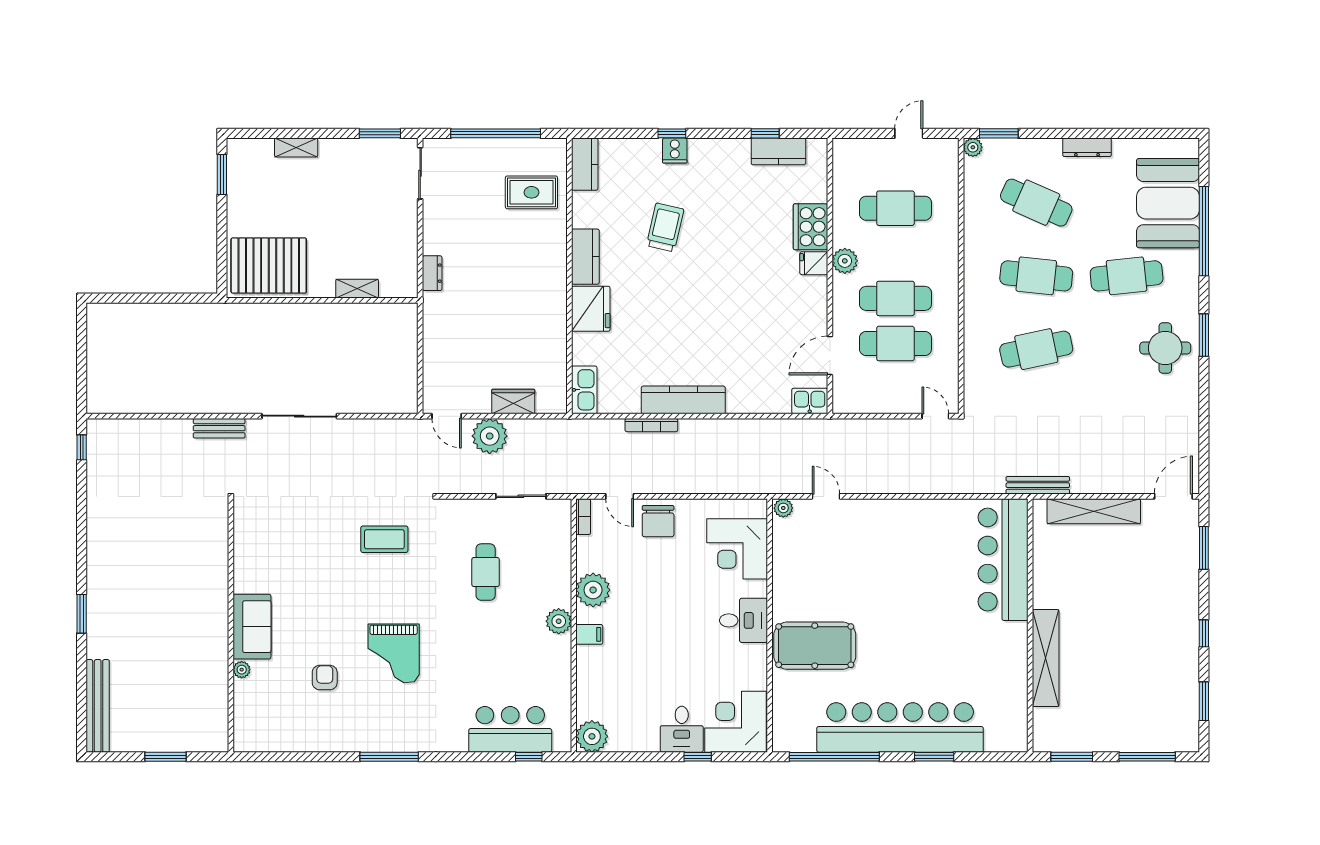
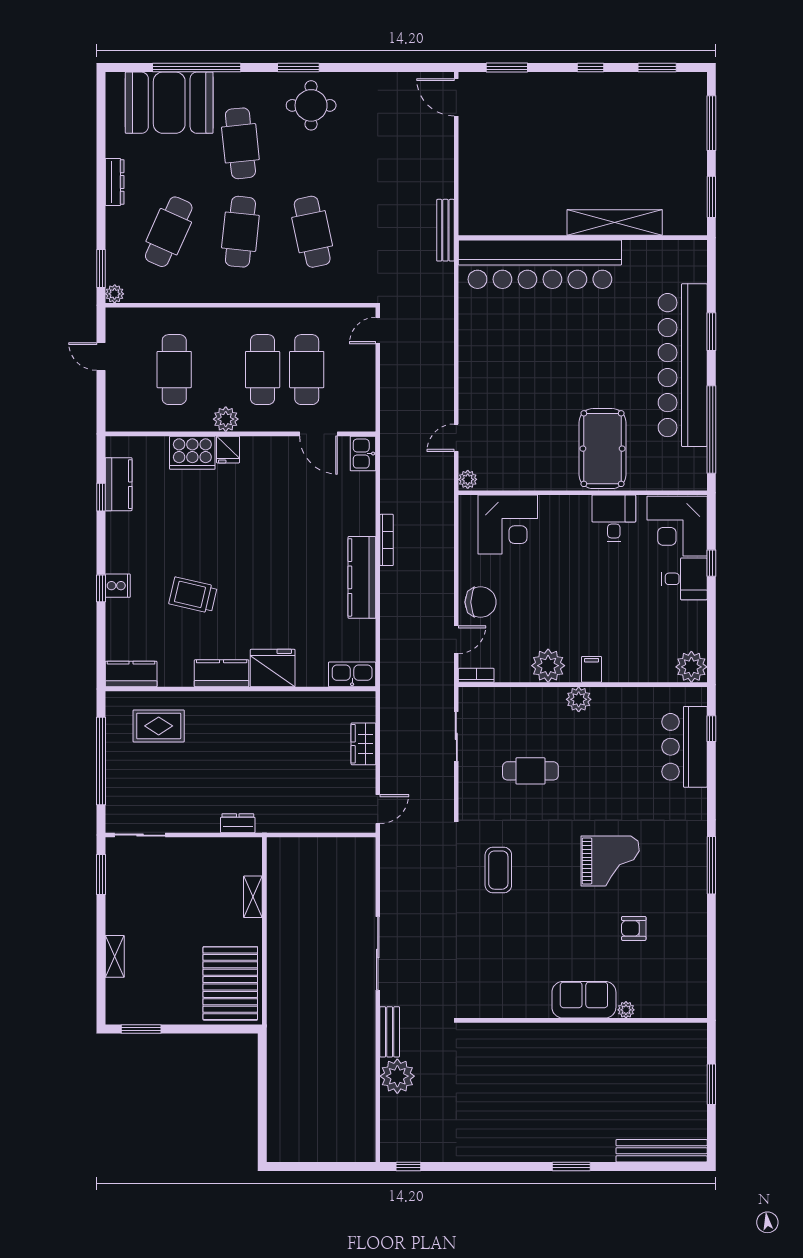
rug: (531, 192) -> (159, 726), turned 90
bookcase: (651, 425) -> (387, 540), moved
plant: (490, 436) -> (397, 1076), moved
shelving: (1094, 511) -> (471, 175), removed
bar counter: (1003, 560) -> (540, 264), width x1.36
desk: (744, 620) -> (614, 518), moved

